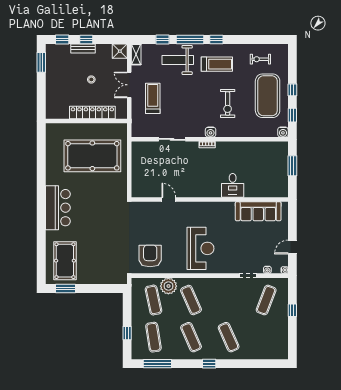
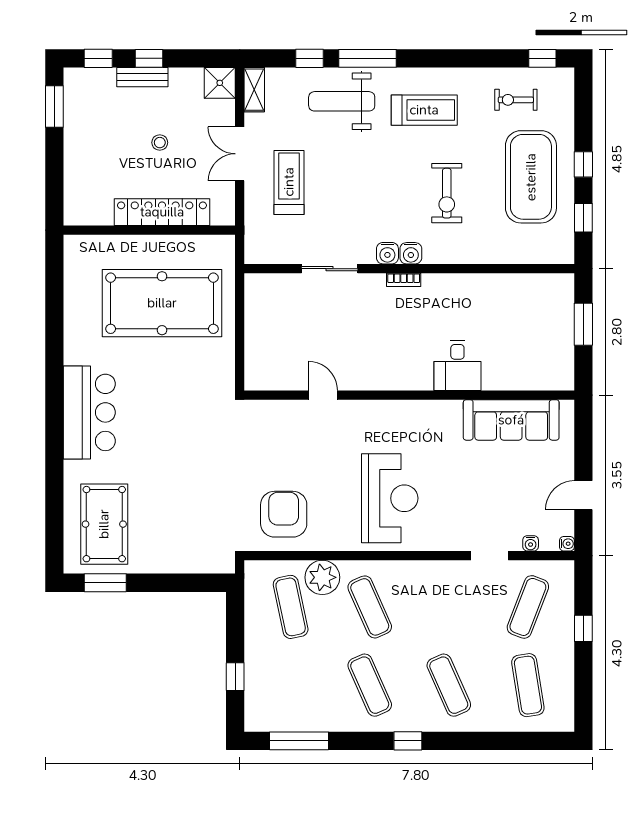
window: (216, 40) -> (542, 58), moved
water cooler: (283, 132) -> (387, 253), moved
exercise mat: (153, 337) -> (528, 685), moved

